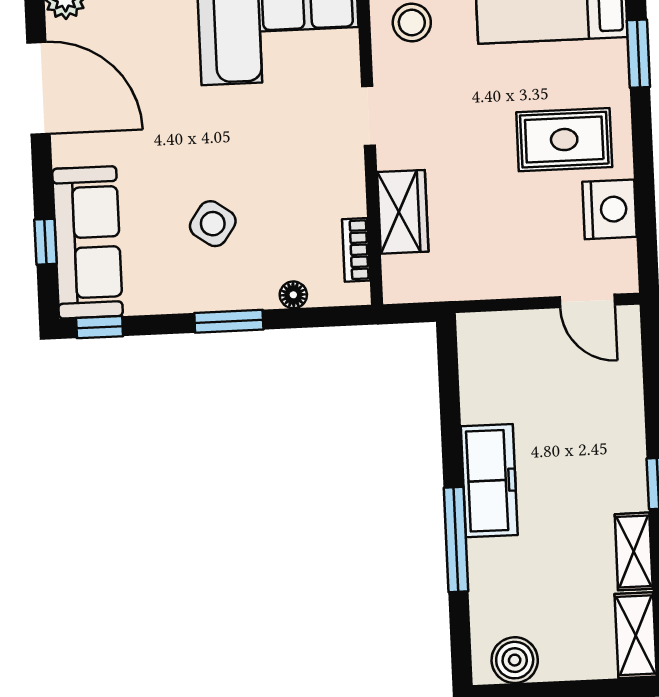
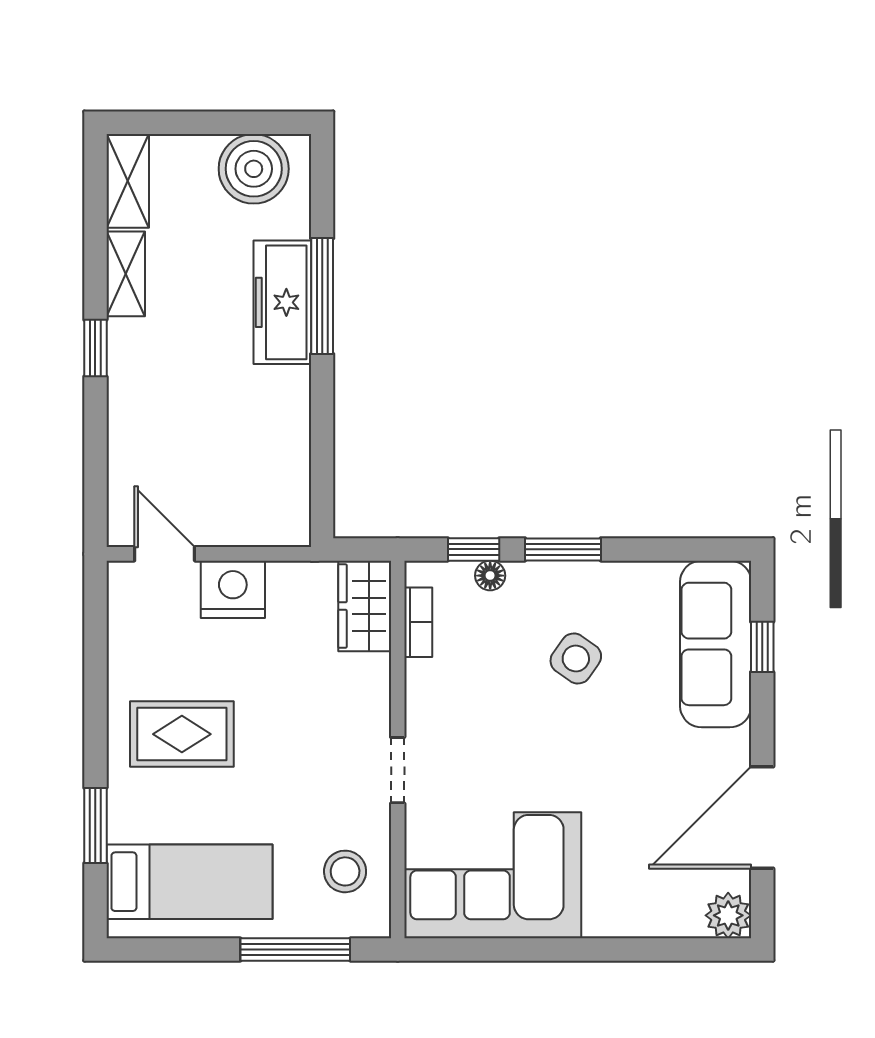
door: (39, 88) -> (762, 817), hinge flipped
nightstand: (609, 209) -> (233, 589), moved, turned 90
wardrobe: (403, 212) -> (365, 606), moved
window: (100, 327) -> (474, 549), moved
freezer: (489, 481) -> (282, 302), moved
boiler: (515, 660) -> (254, 169), width x1.37, depth x1.37

